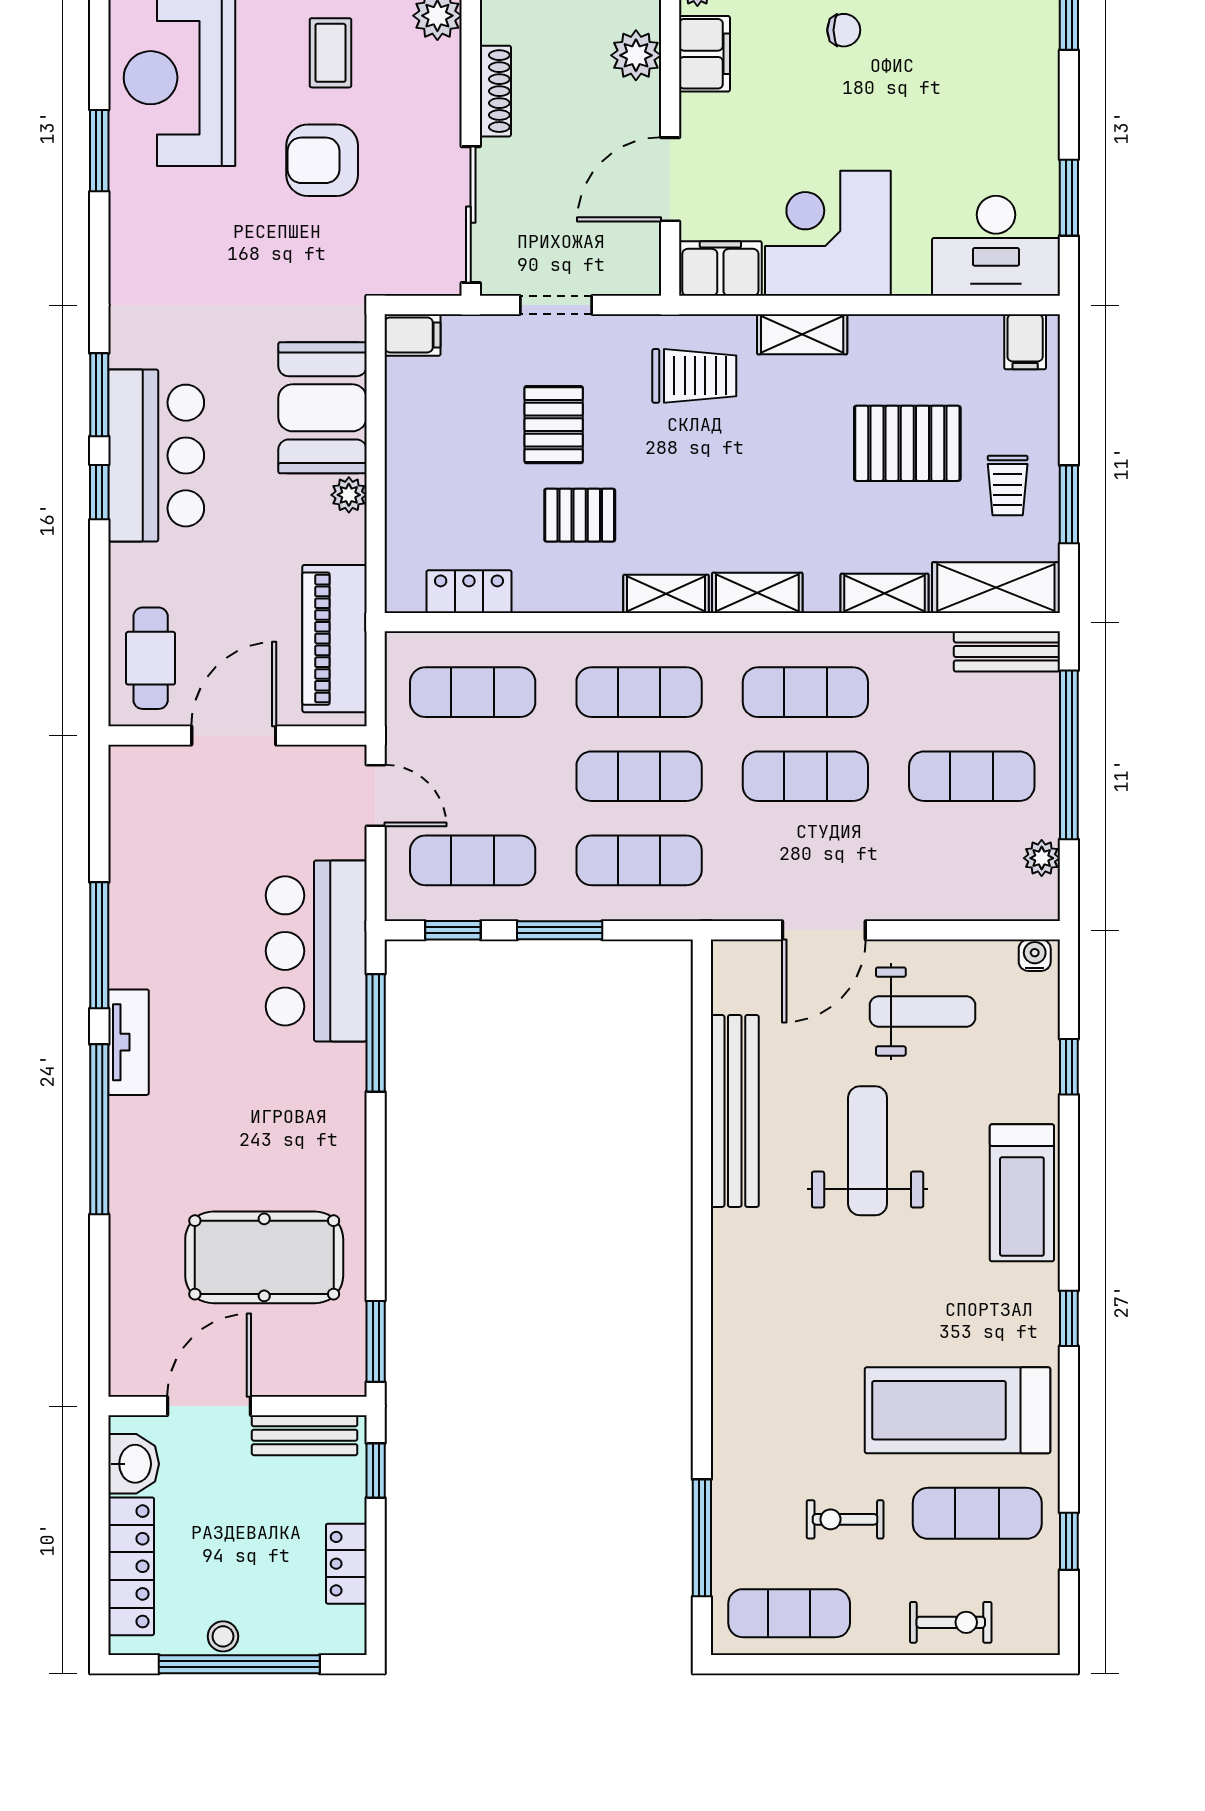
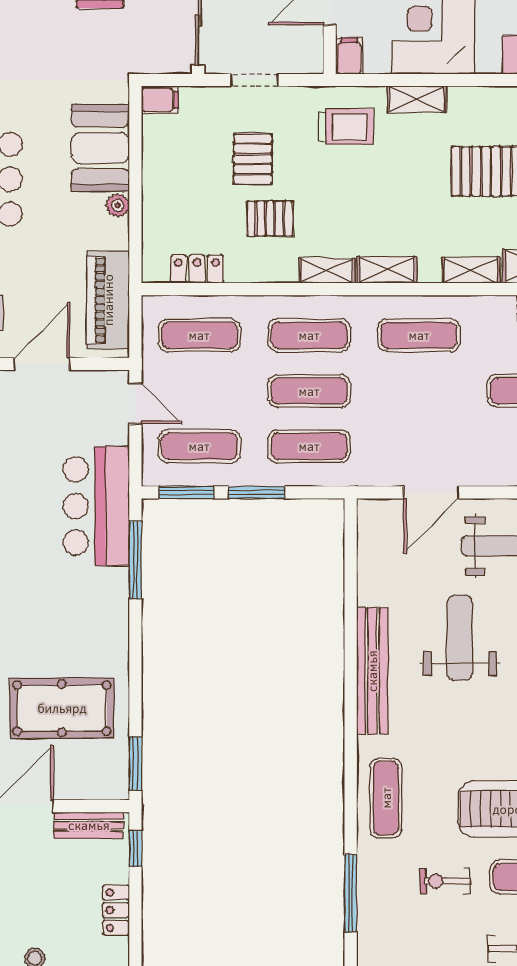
filing cabinet: (720, 268) -> (349, 56), width x0.50
exercise mat: (805, 776) -> (419, 391), removed
window: (453, 930) -> (186, 492), width x1.50
bench: (735, 1111) -> (372, 671), moved
exercise mat: (789, 1613) -> (386, 798), moved, turned 90

